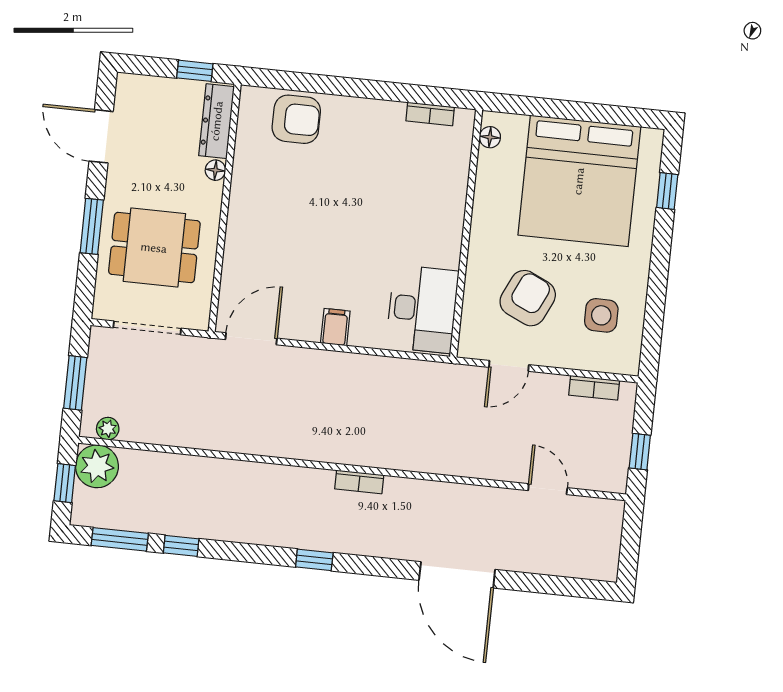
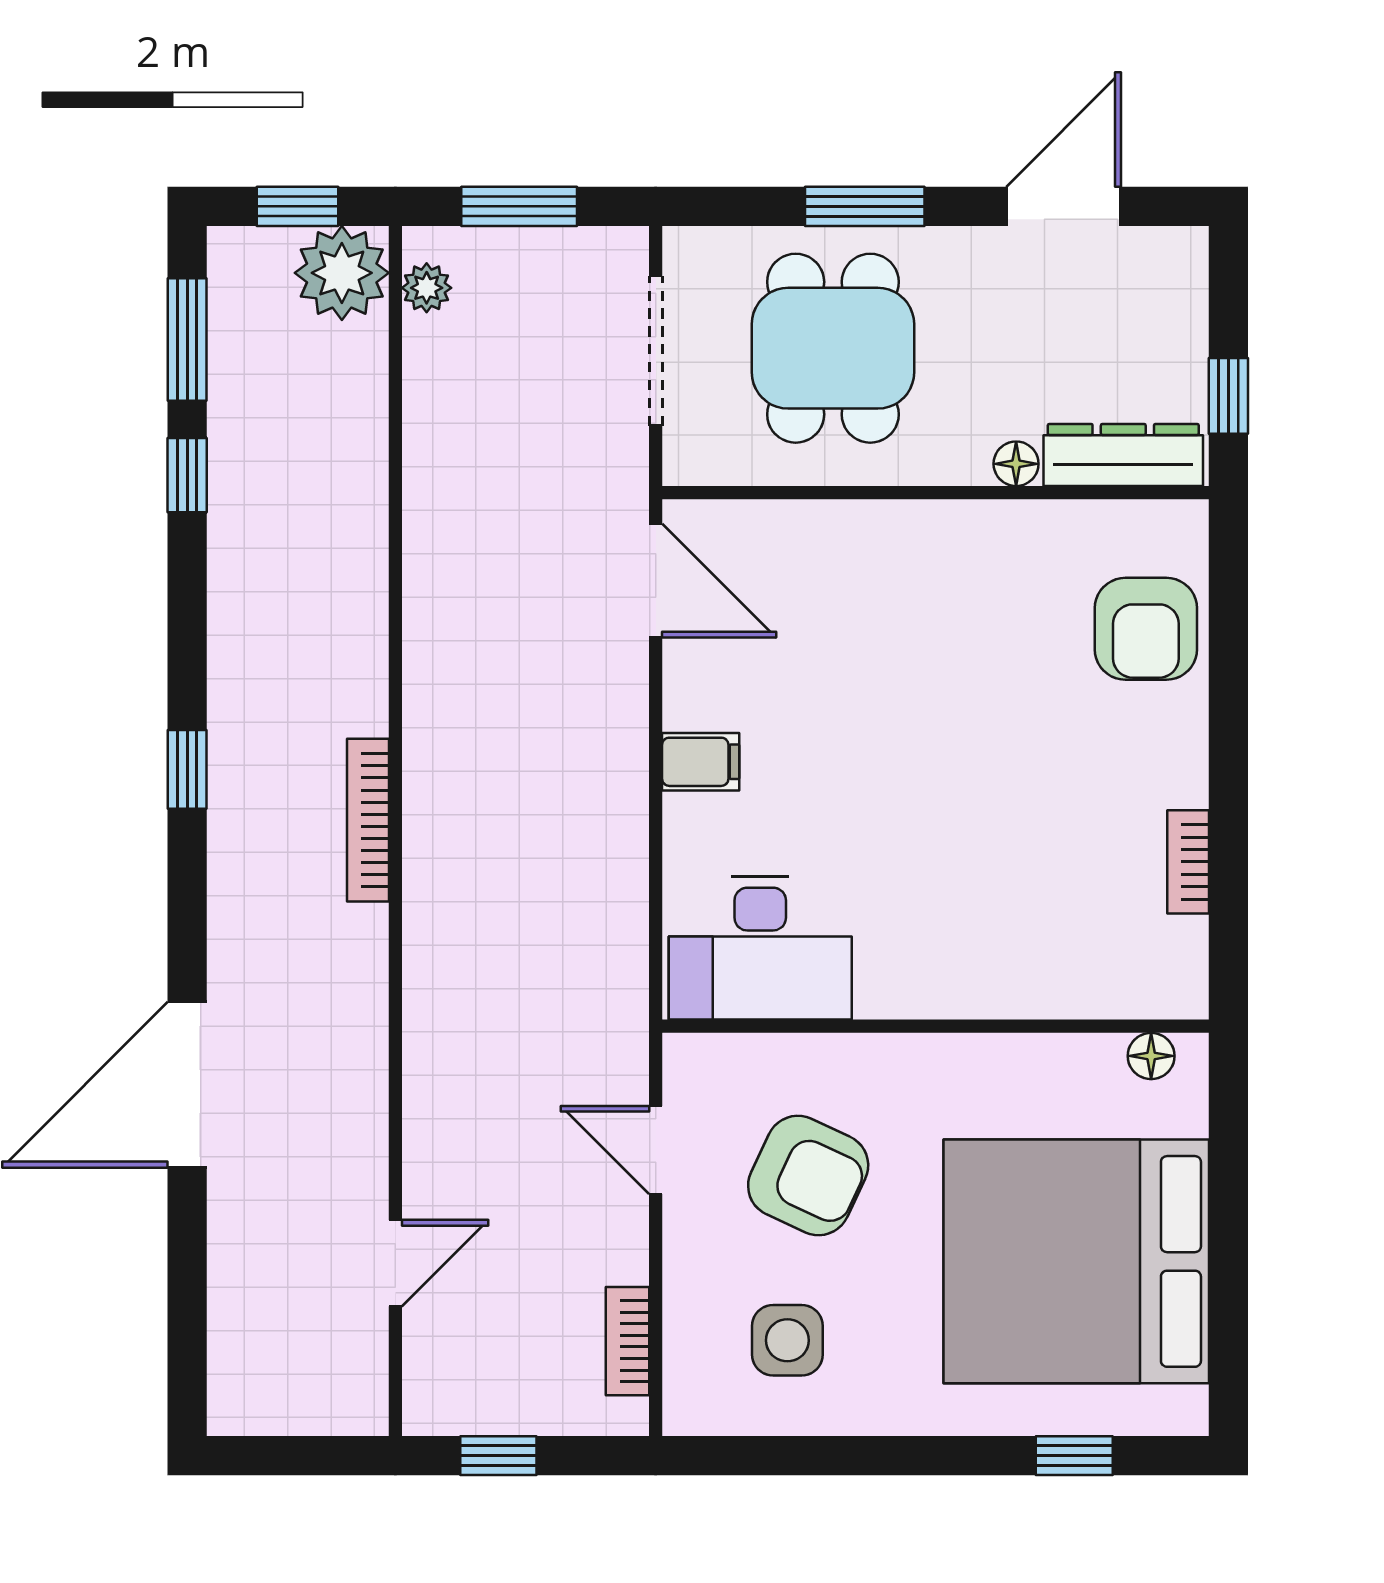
bookcase: (430, 114) -> (1188, 862), moved
bookcase: (359, 482) -> (368, 820), width x1.56

